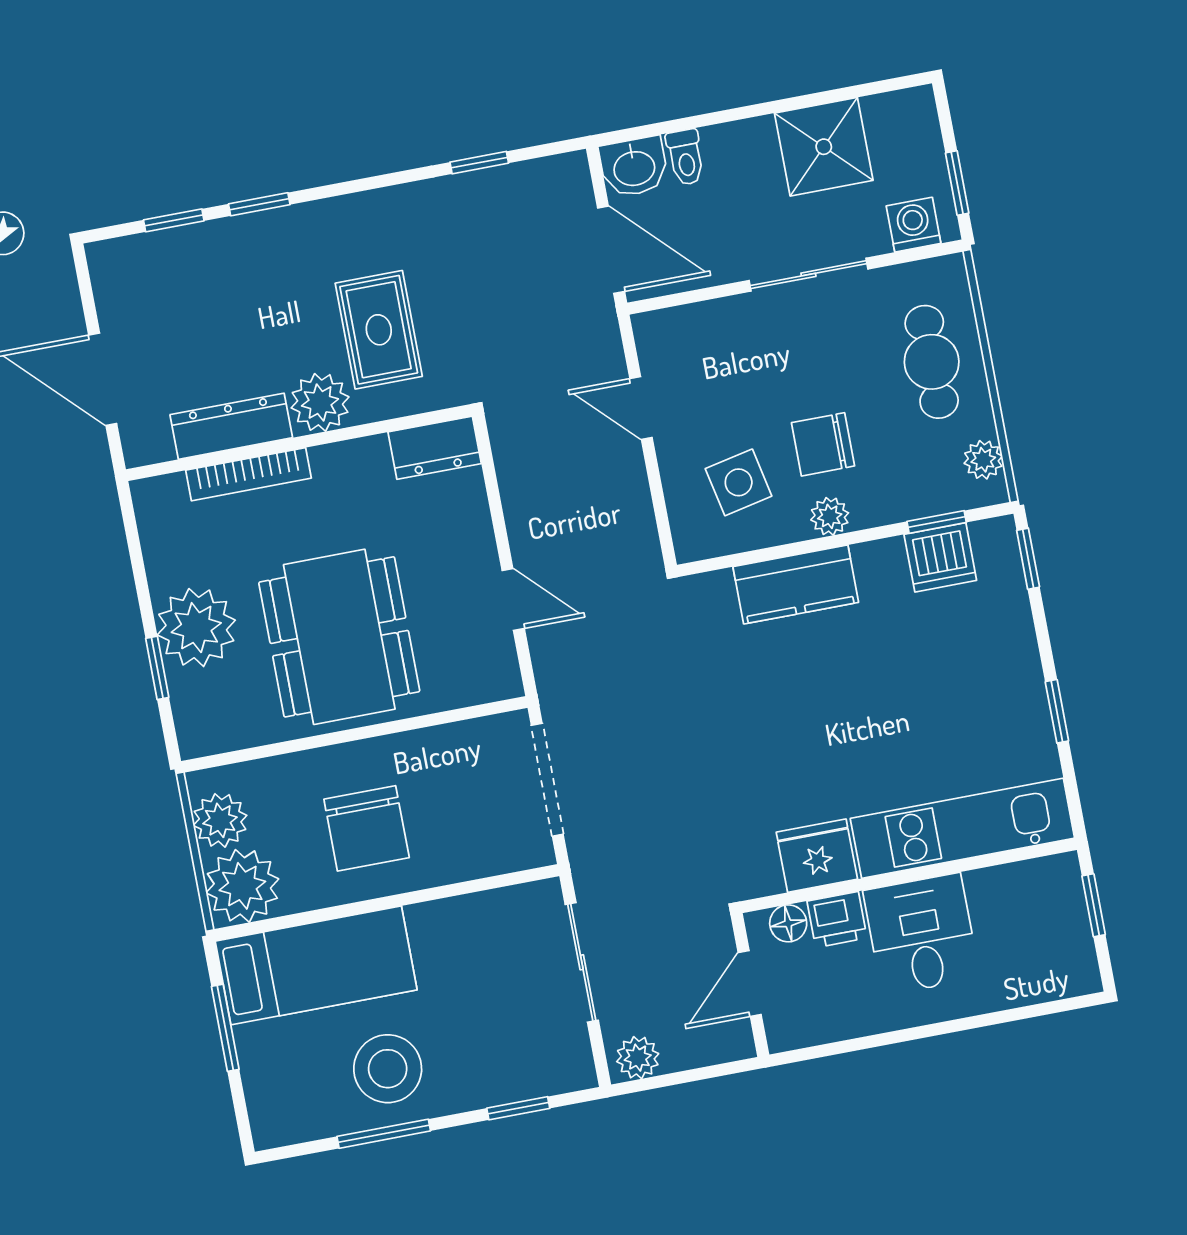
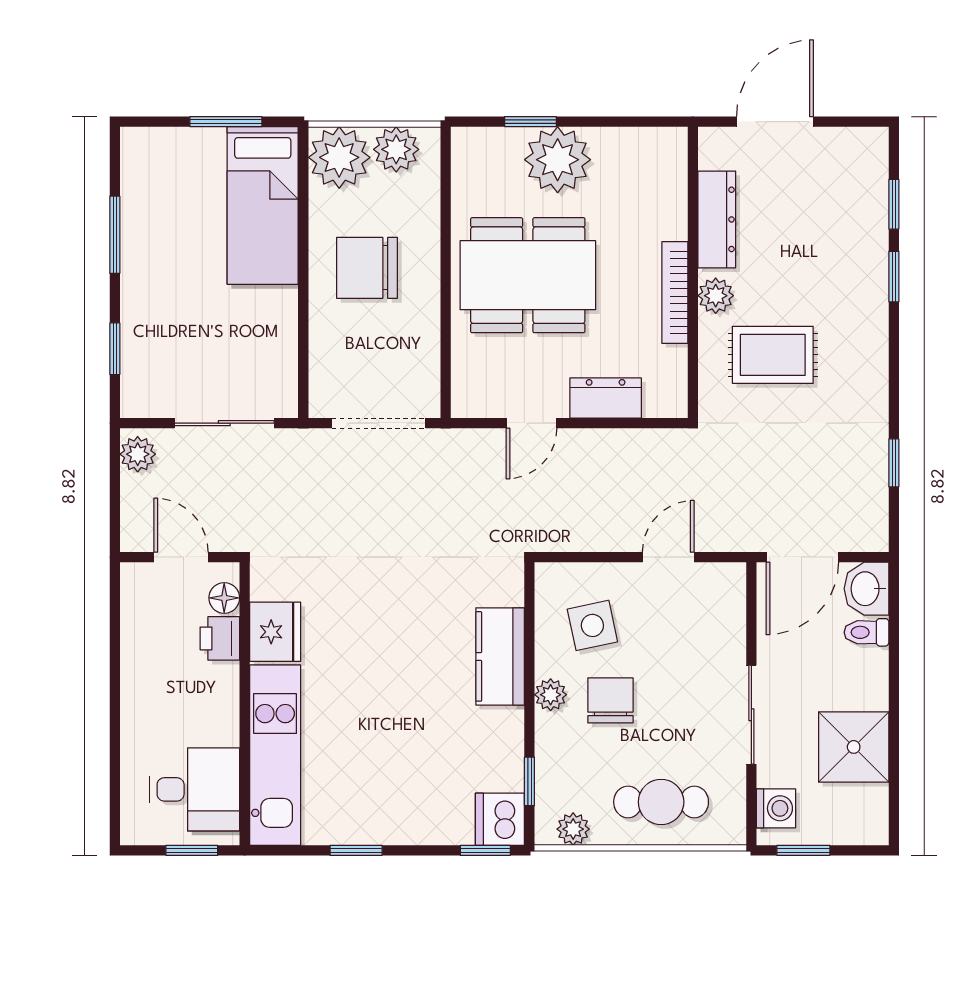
plant: (320, 402) -> (716, 296), width x0.73, depth x0.73
dresser: (435, 448) -> (606, 398), moved, turned 90
bookcase: (249, 474) -> (675, 292), moved
dishwasher: (940, 557) -> (500, 819), moved
desk: (921, 934) -> (195, 789), moved
stool: (388, 1069) -> (167, 248), removed

